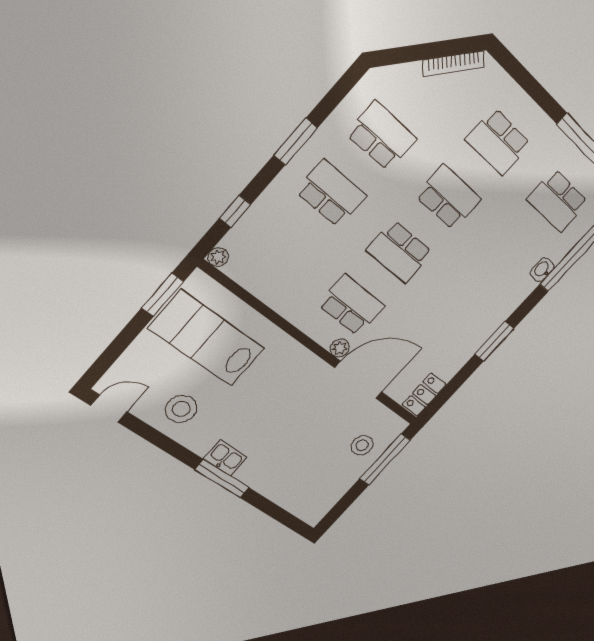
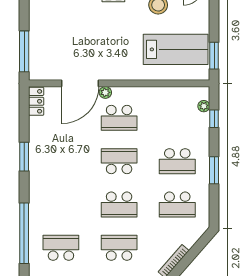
plant: (218, 257) -> (204, 106), moved
washbasin: (542, 270) -> (35, 211), removed
stool: (362, 445) -> (45, 50), removed

